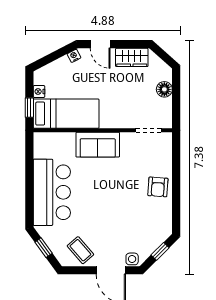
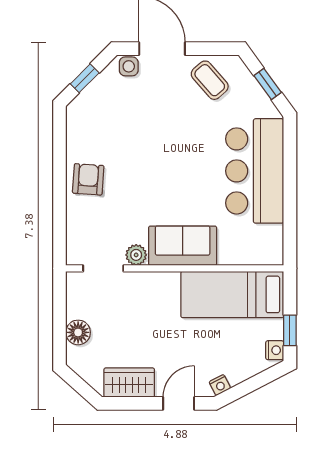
door: (100, 44) -> (179, 403), hinge flipped
nightstand: (39, 92) -> (275, 350), moved
window: (29, 108) -> (290, 330), moved
plant: (127, 139) -> (136, 255), added

